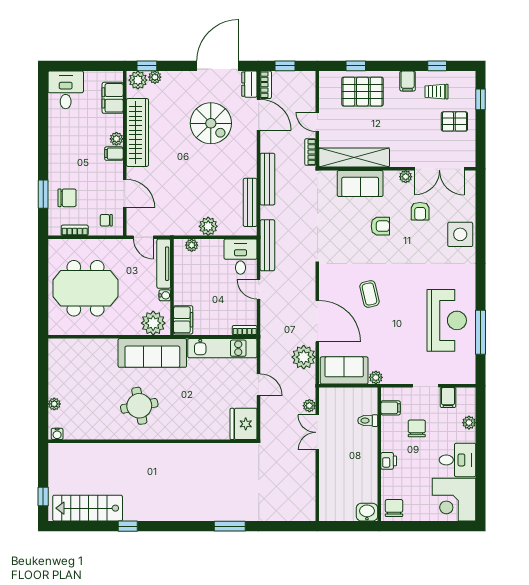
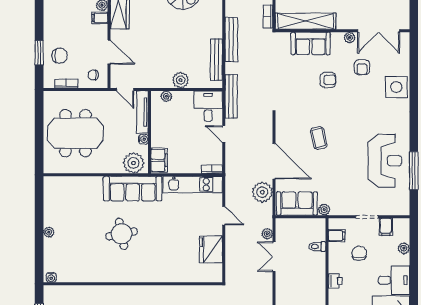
water cooler: (57, 434) -> (51, 277), moved
wall: (152, 441) -> (133, 284), moved

